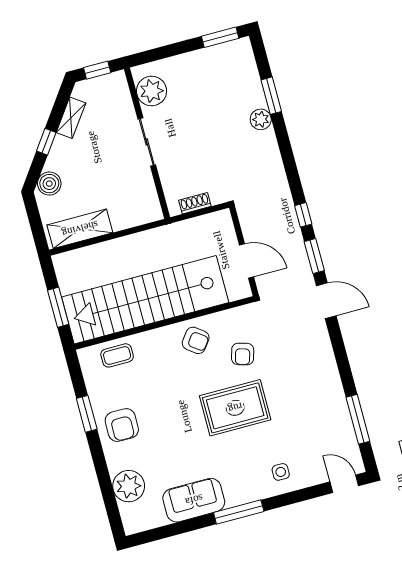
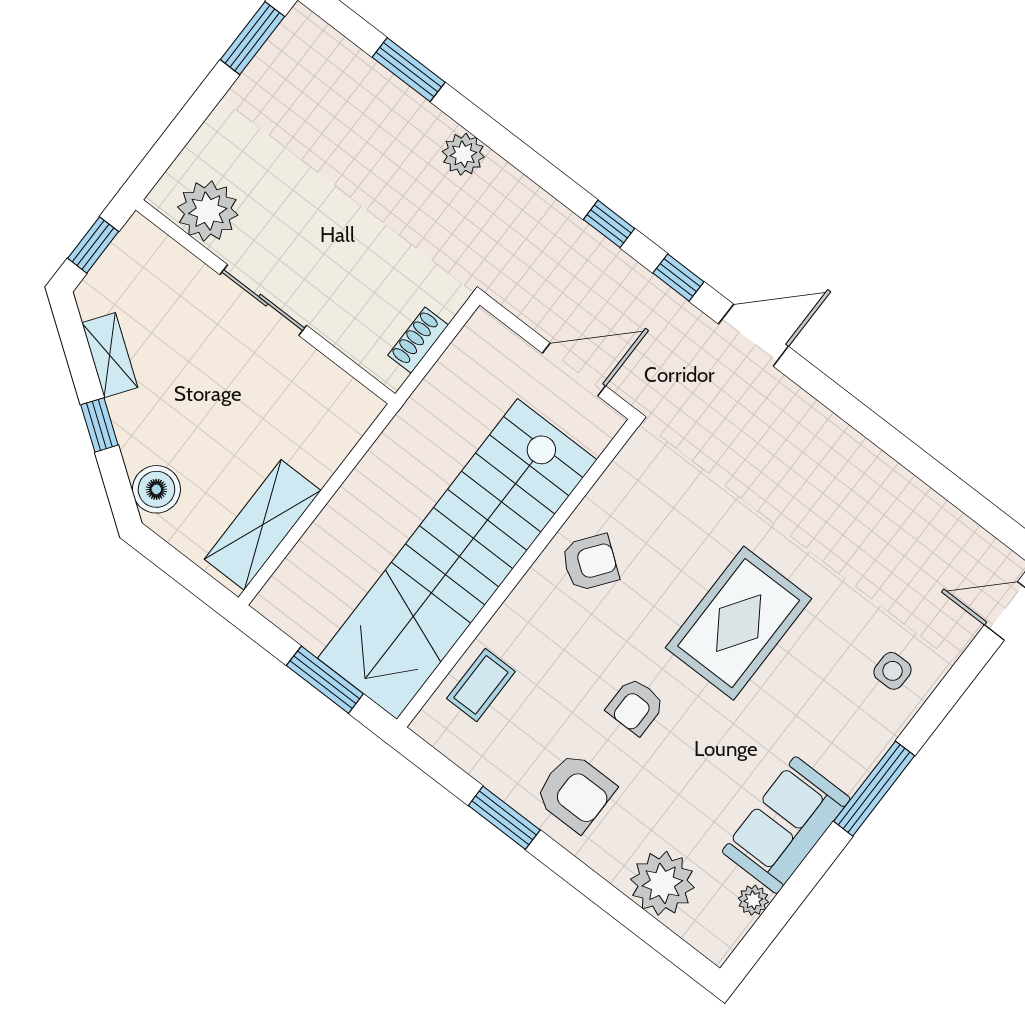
plant: (261, 119) -> (463, 154), moved
window: (314, 256) -> (678, 277), width x0.67
armchair: (243, 354) -> (636, 706), moved, turned 74
window: (358, 419) -> (953, 489), removed
plant: (159, 520) -> (753, 900), added

